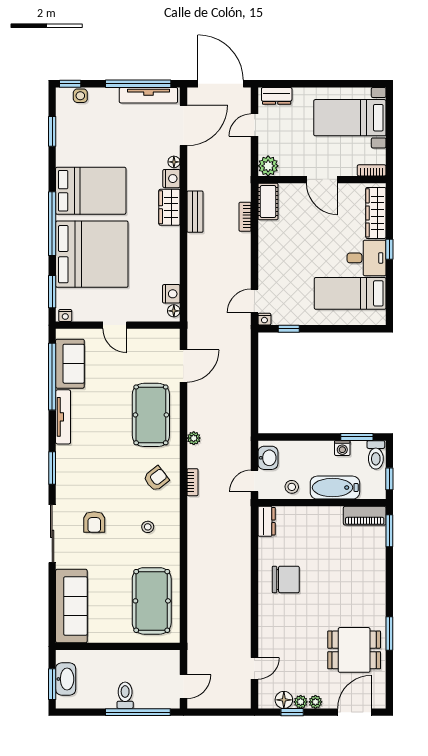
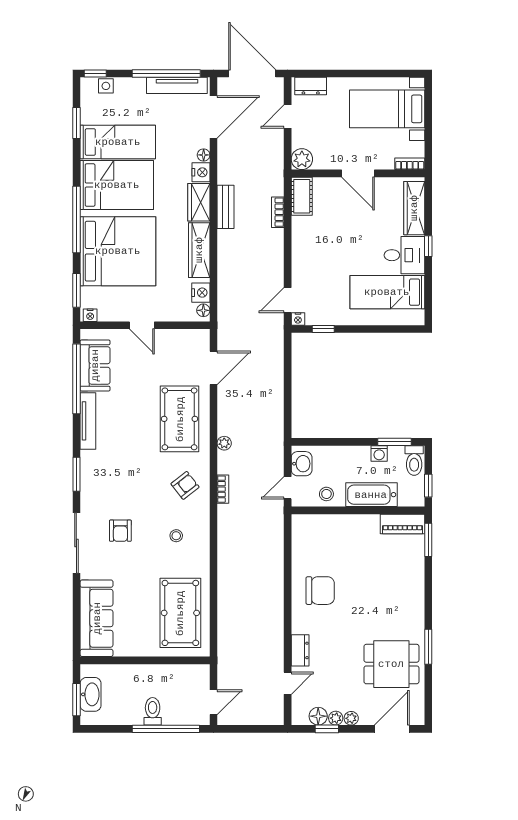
bed: (92, 149) -> (118, 142), added
wardrobe: (170, 253) -> (199, 250), added
dresser: (267, 521) -> (300, 650), moved

